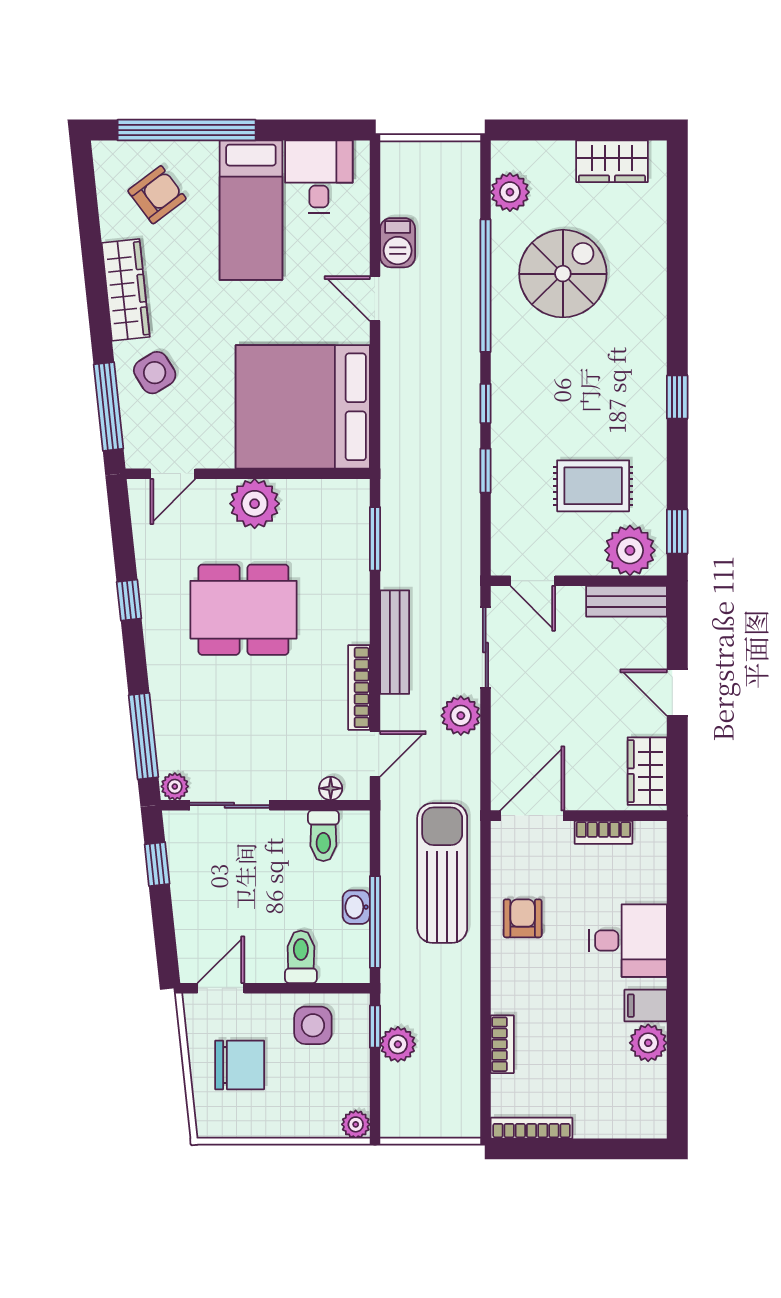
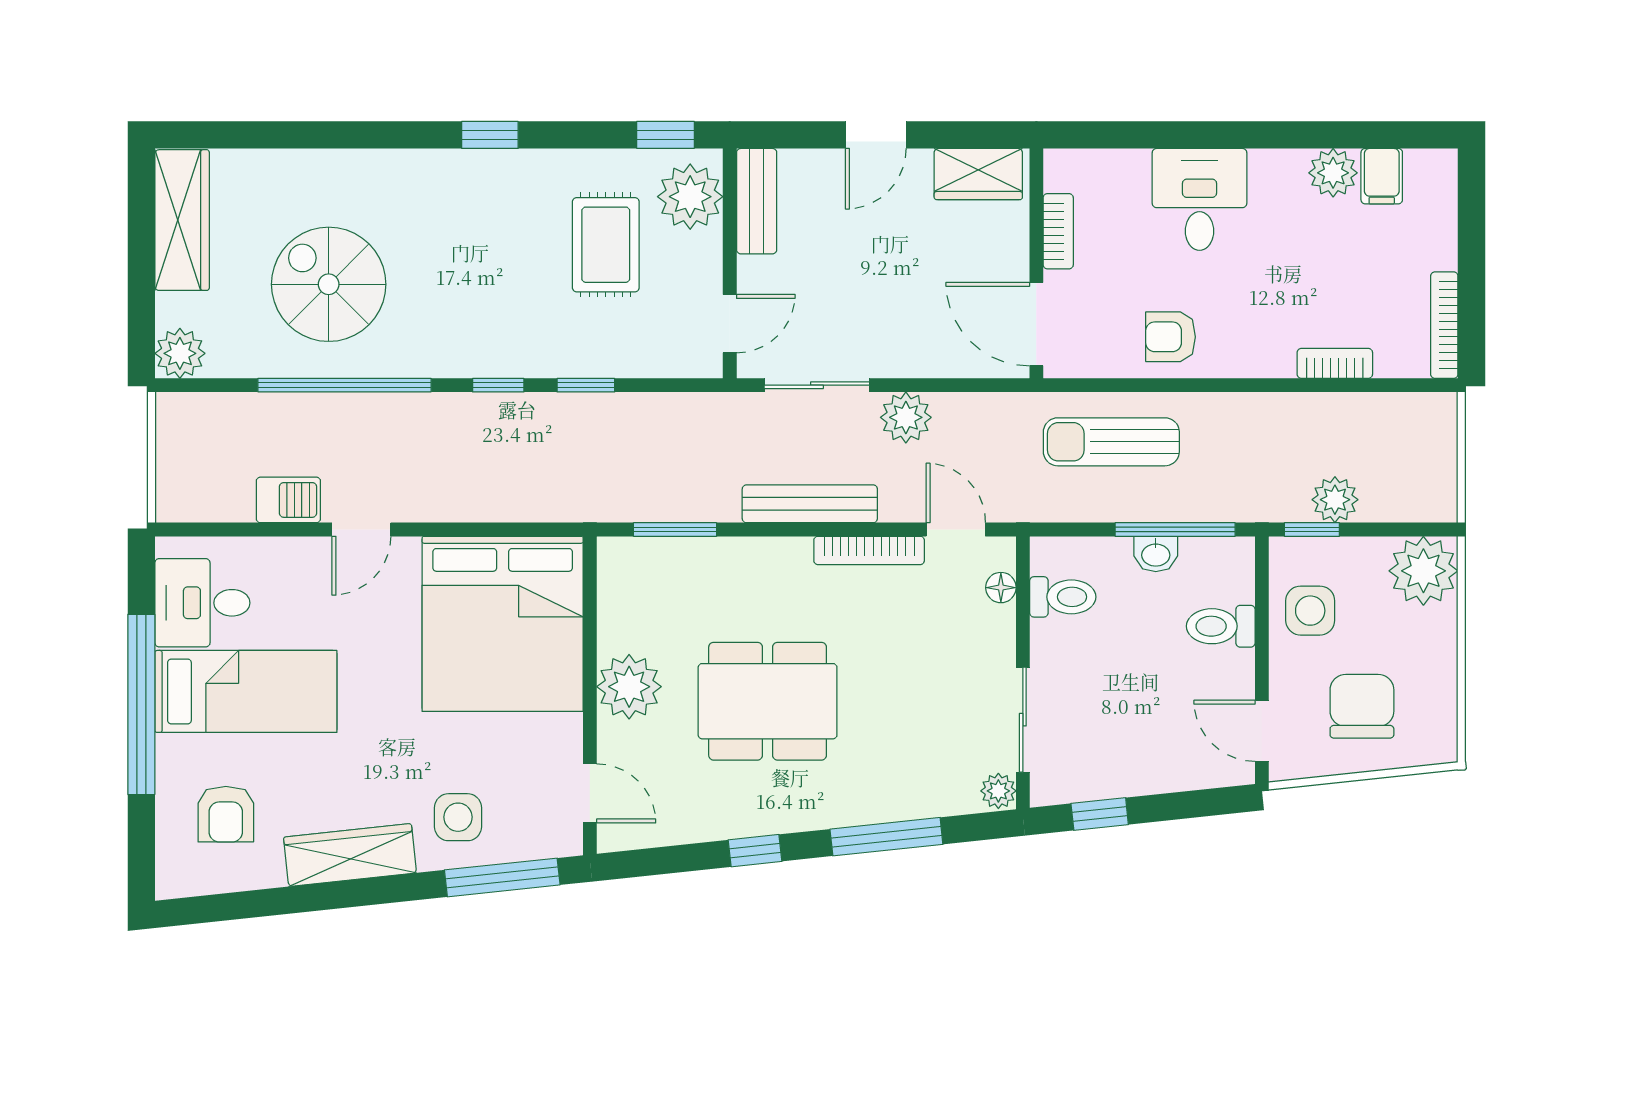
window: (187, 130) -> (141, 704), moved
wardrobe: (612, 161) -> (182, 220), width x1.50
plant: (510, 192) -> (180, 353), moved
armchair: (157, 195) -> (226, 814), turned -143
side table: (155, 373) -> (458, 817), turned 32
dining table: (243, 610) -> (768, 701), turned 90
window: (143, 736) -> (886, 837), moved
sun lounger: (442, 873) -> (1111, 442), width x0.73, depth x0.75
filing cabinet: (646, 1006) -> (1382, 176), moved
plant: (356, 1124) -> (1423, 571), width x1.88, depth x1.88

